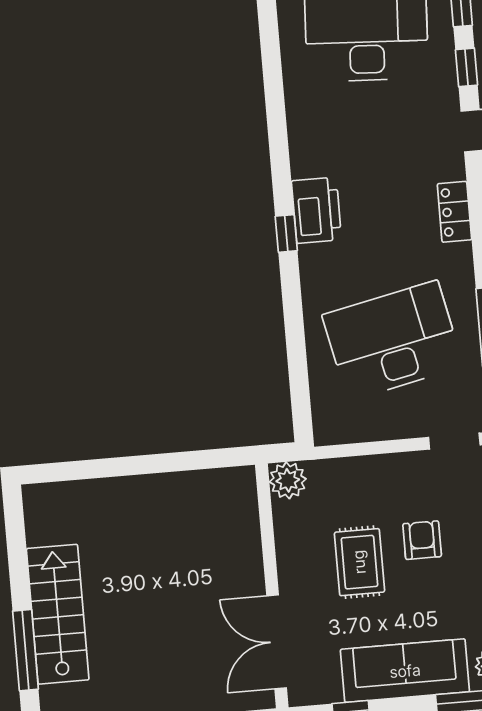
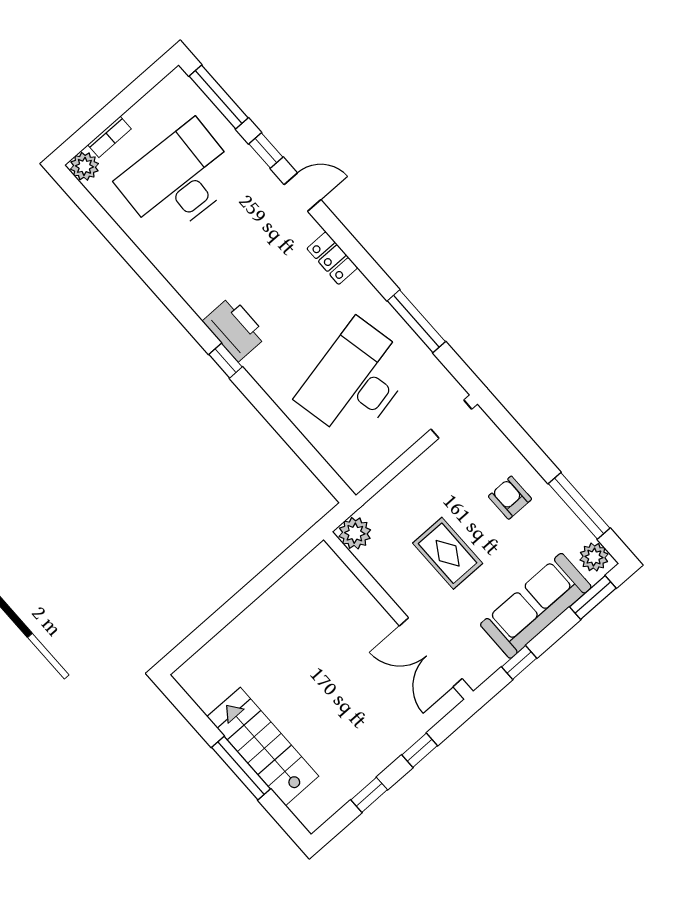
armchair: (422, 540) -> (510, 498), moved
window: (25, 650) -> (241, 768), moved

